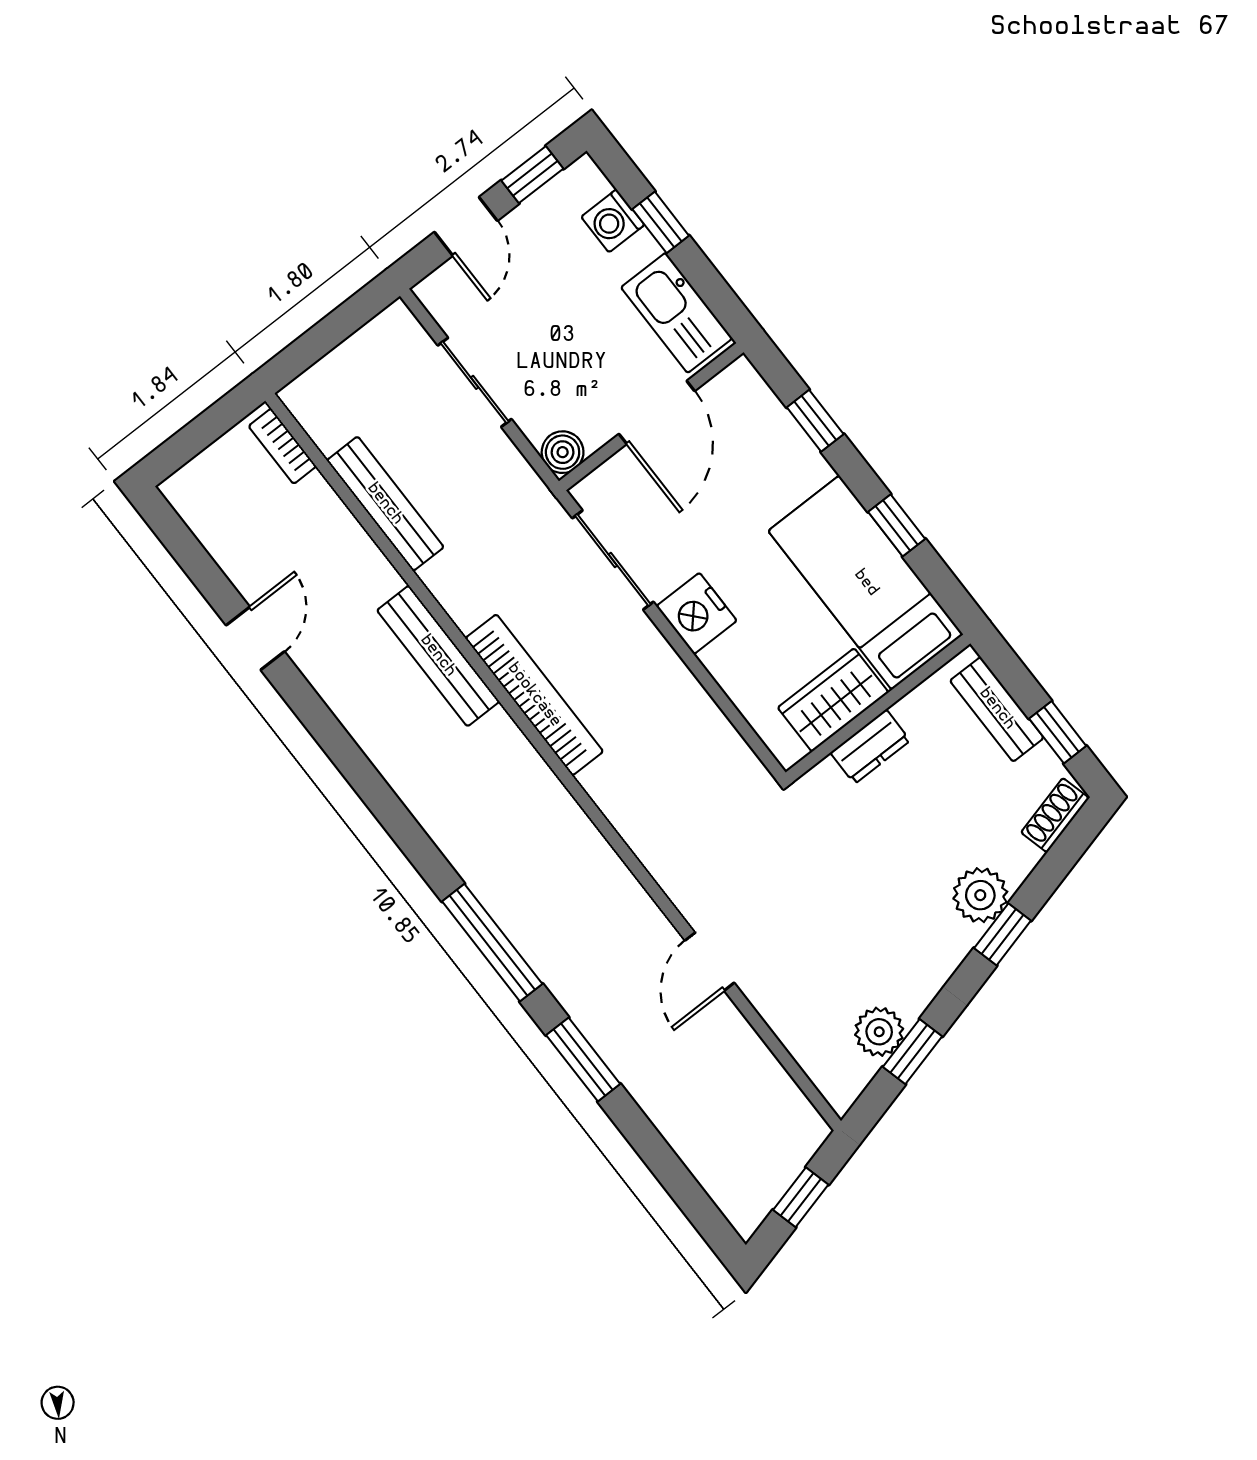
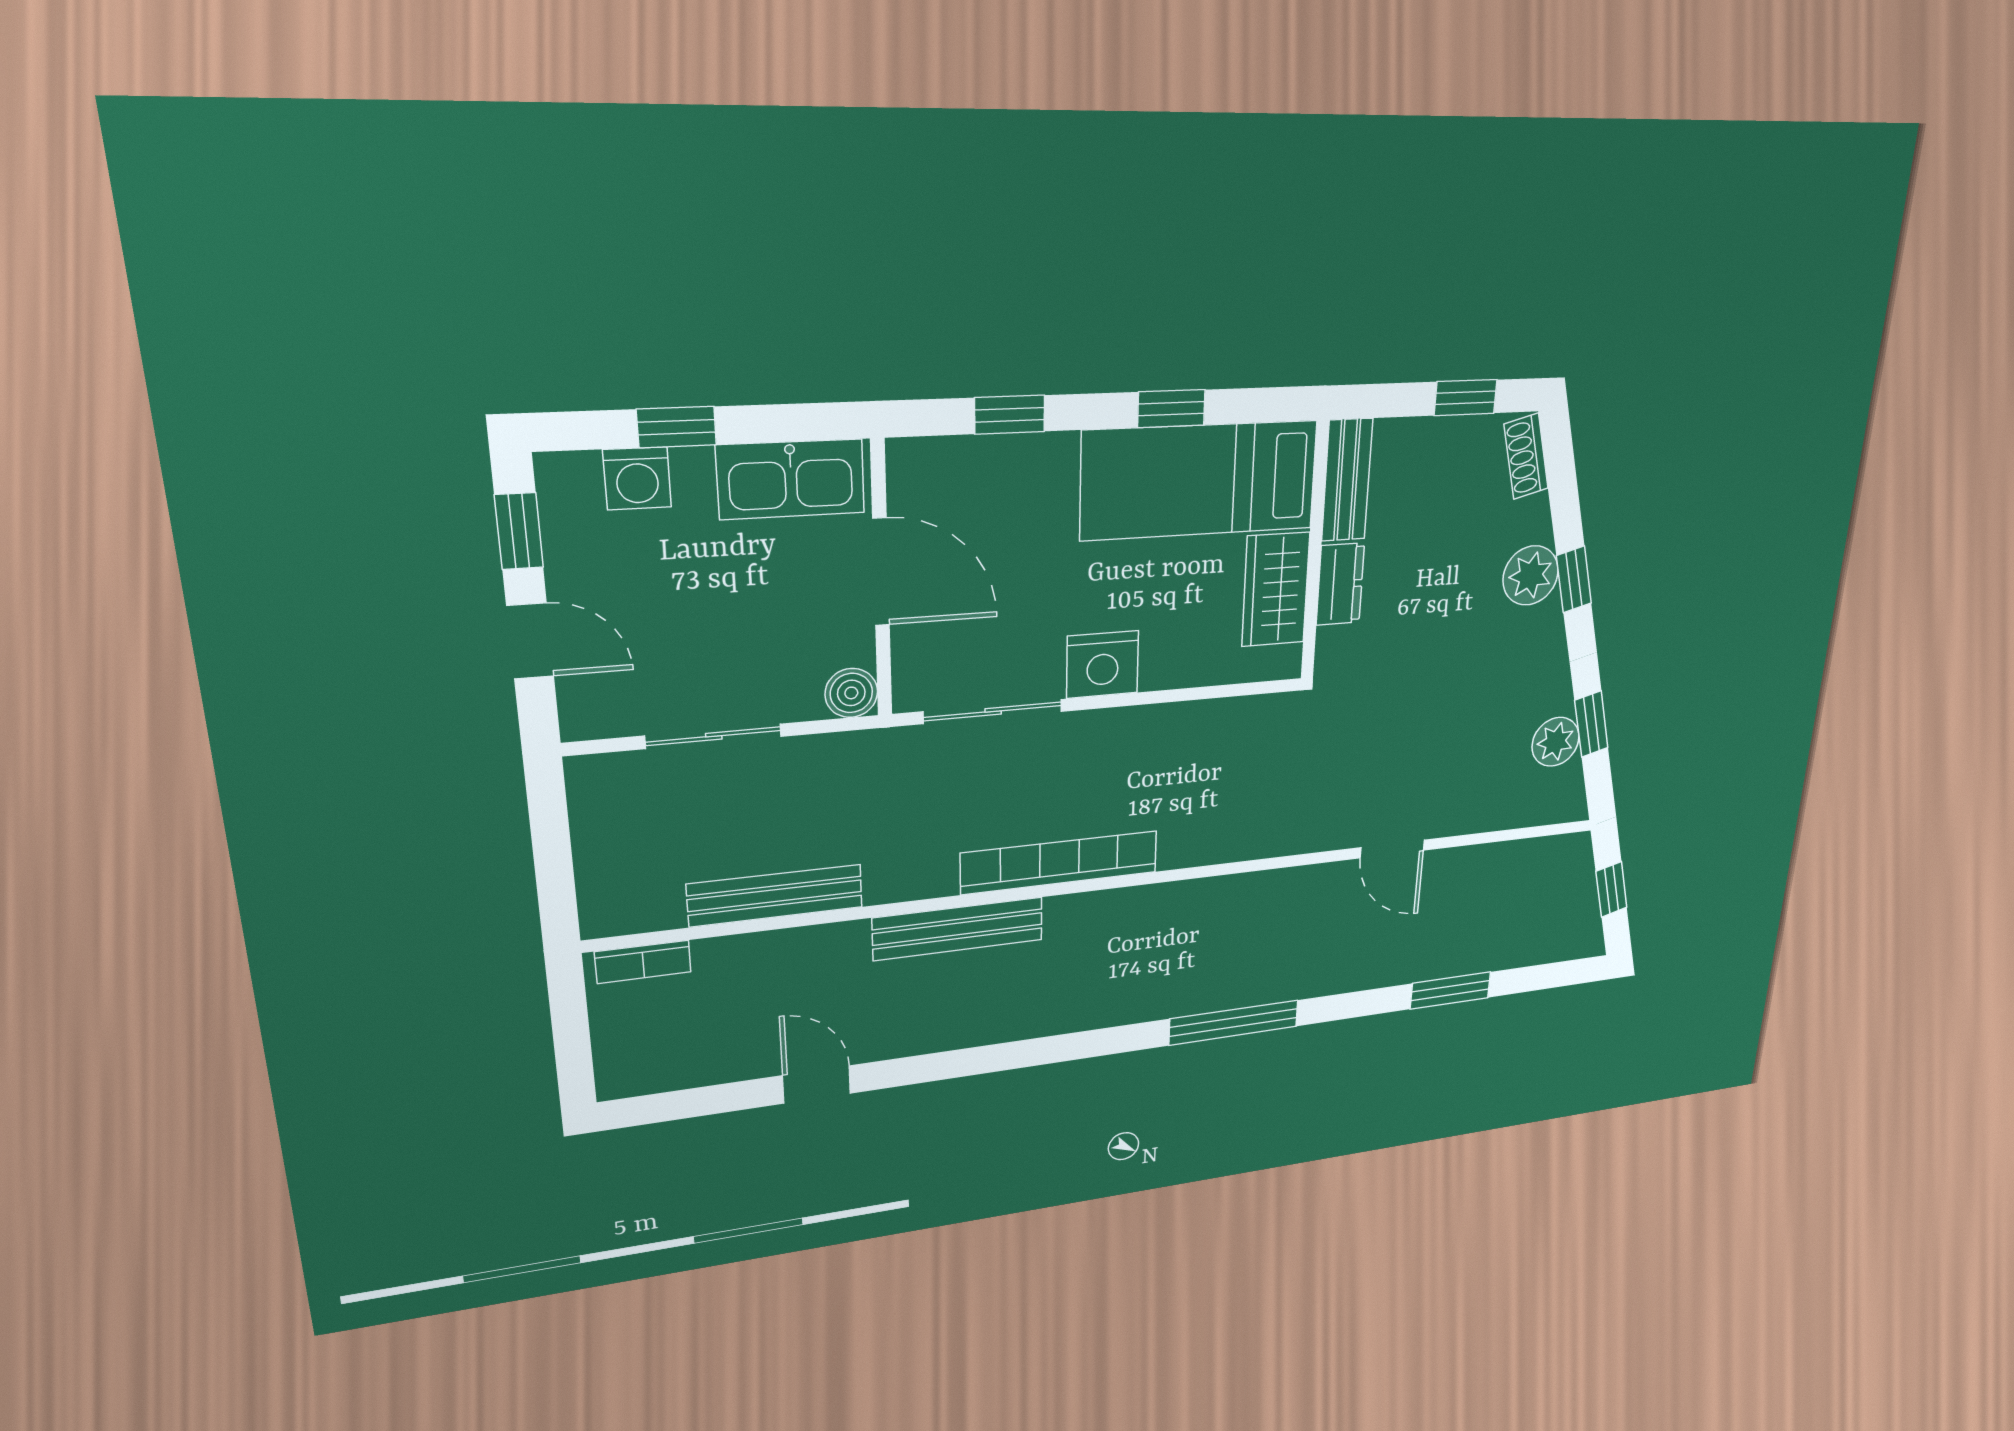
bench: (997, 709) -> (1347, 480), moved, turned 90
window: (583, 1060) -> (1450, 990), moved

